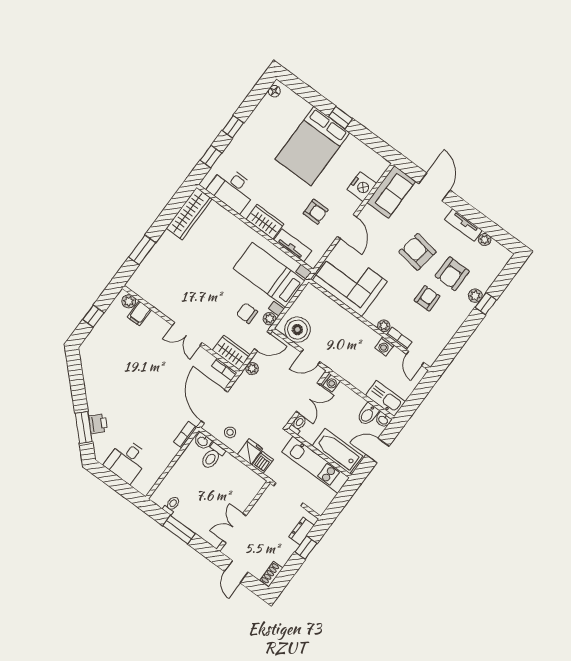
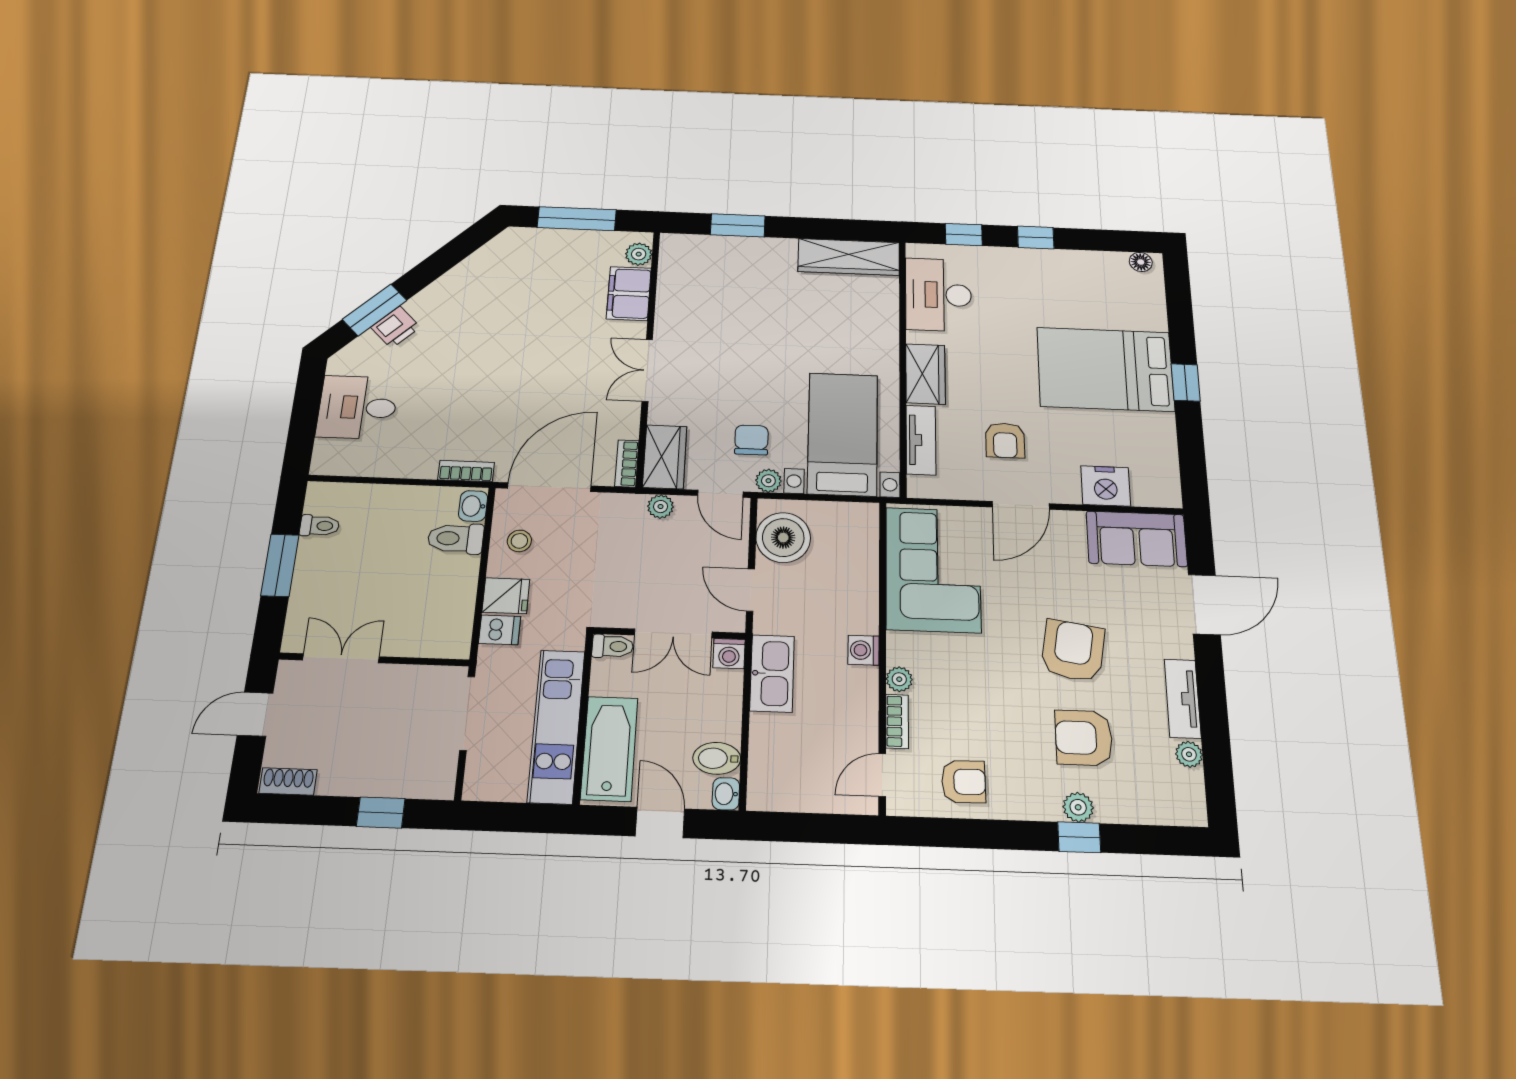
armchair: (427, 298) -> (964, 782), moved
filing cabinet: (139, 313) -> (629, 293), width x2.00
window: (93, 316) -> (577, 219), width x2.17
washing machine: (384, 346) -> (864, 650), moved
kitchen sink: (385, 398) -> (772, 673), moved
dresser: (301, 531) -> (409, 783), removed

